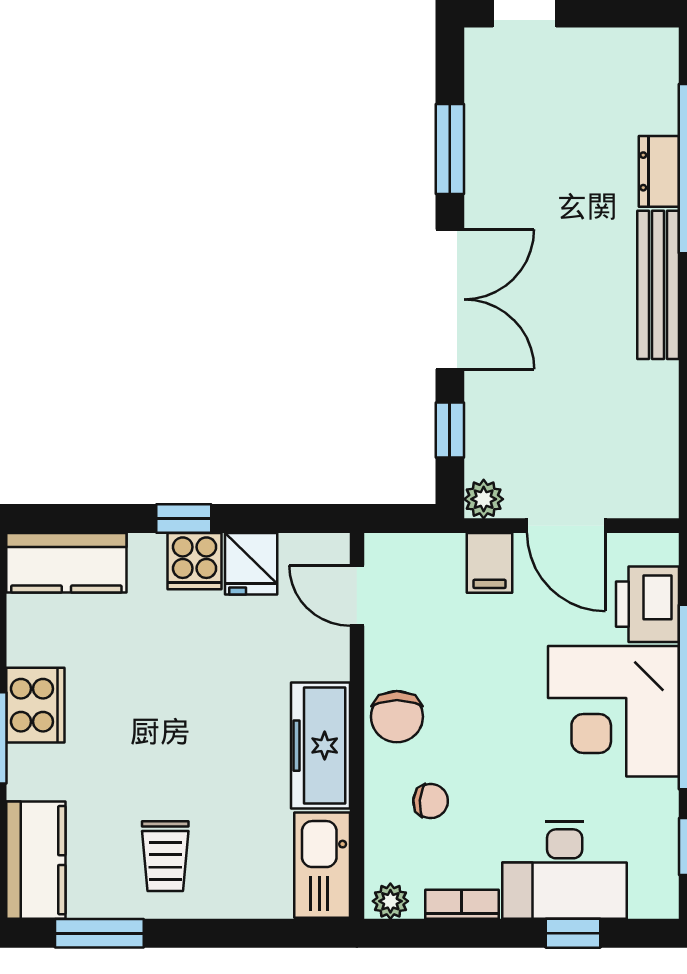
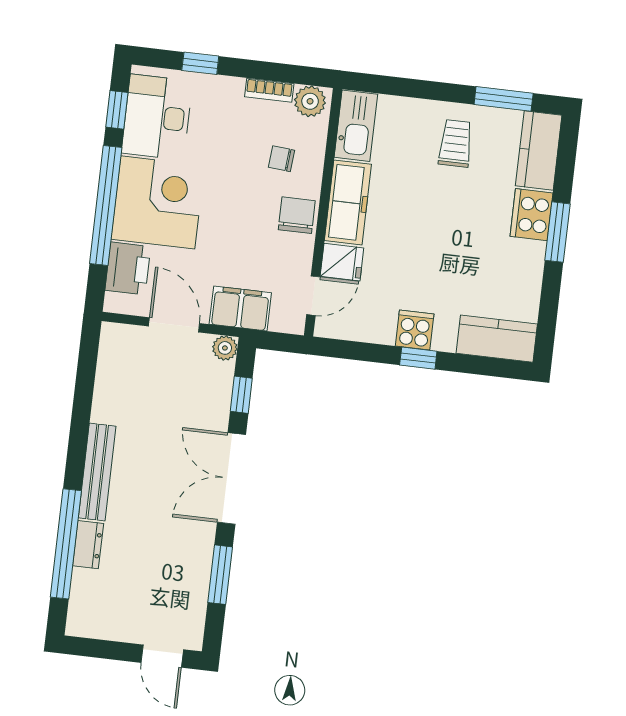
filing cabinet: (490, 563) -> (240, 308), width x2.00
fridge: (251, 564) -> (342, 262), moved, turned 90
door: (357, 596) -> (313, 296), hinge flipped
cooker: (35, 705) -> (531, 215), moved
desk: (565, 870) -> (157, 117), moved, turned -90
plant: (390, 901) -> (310, 101), width x1.38, depth x1.38

